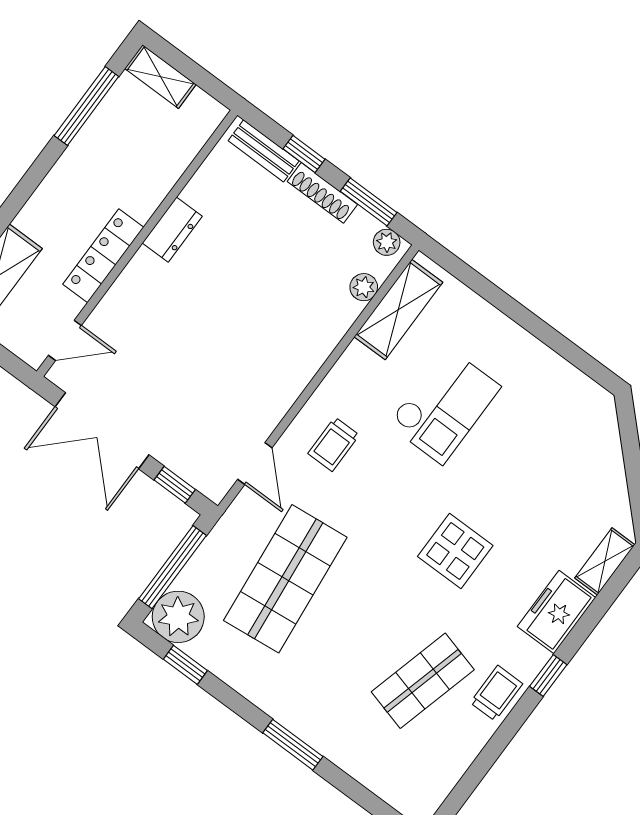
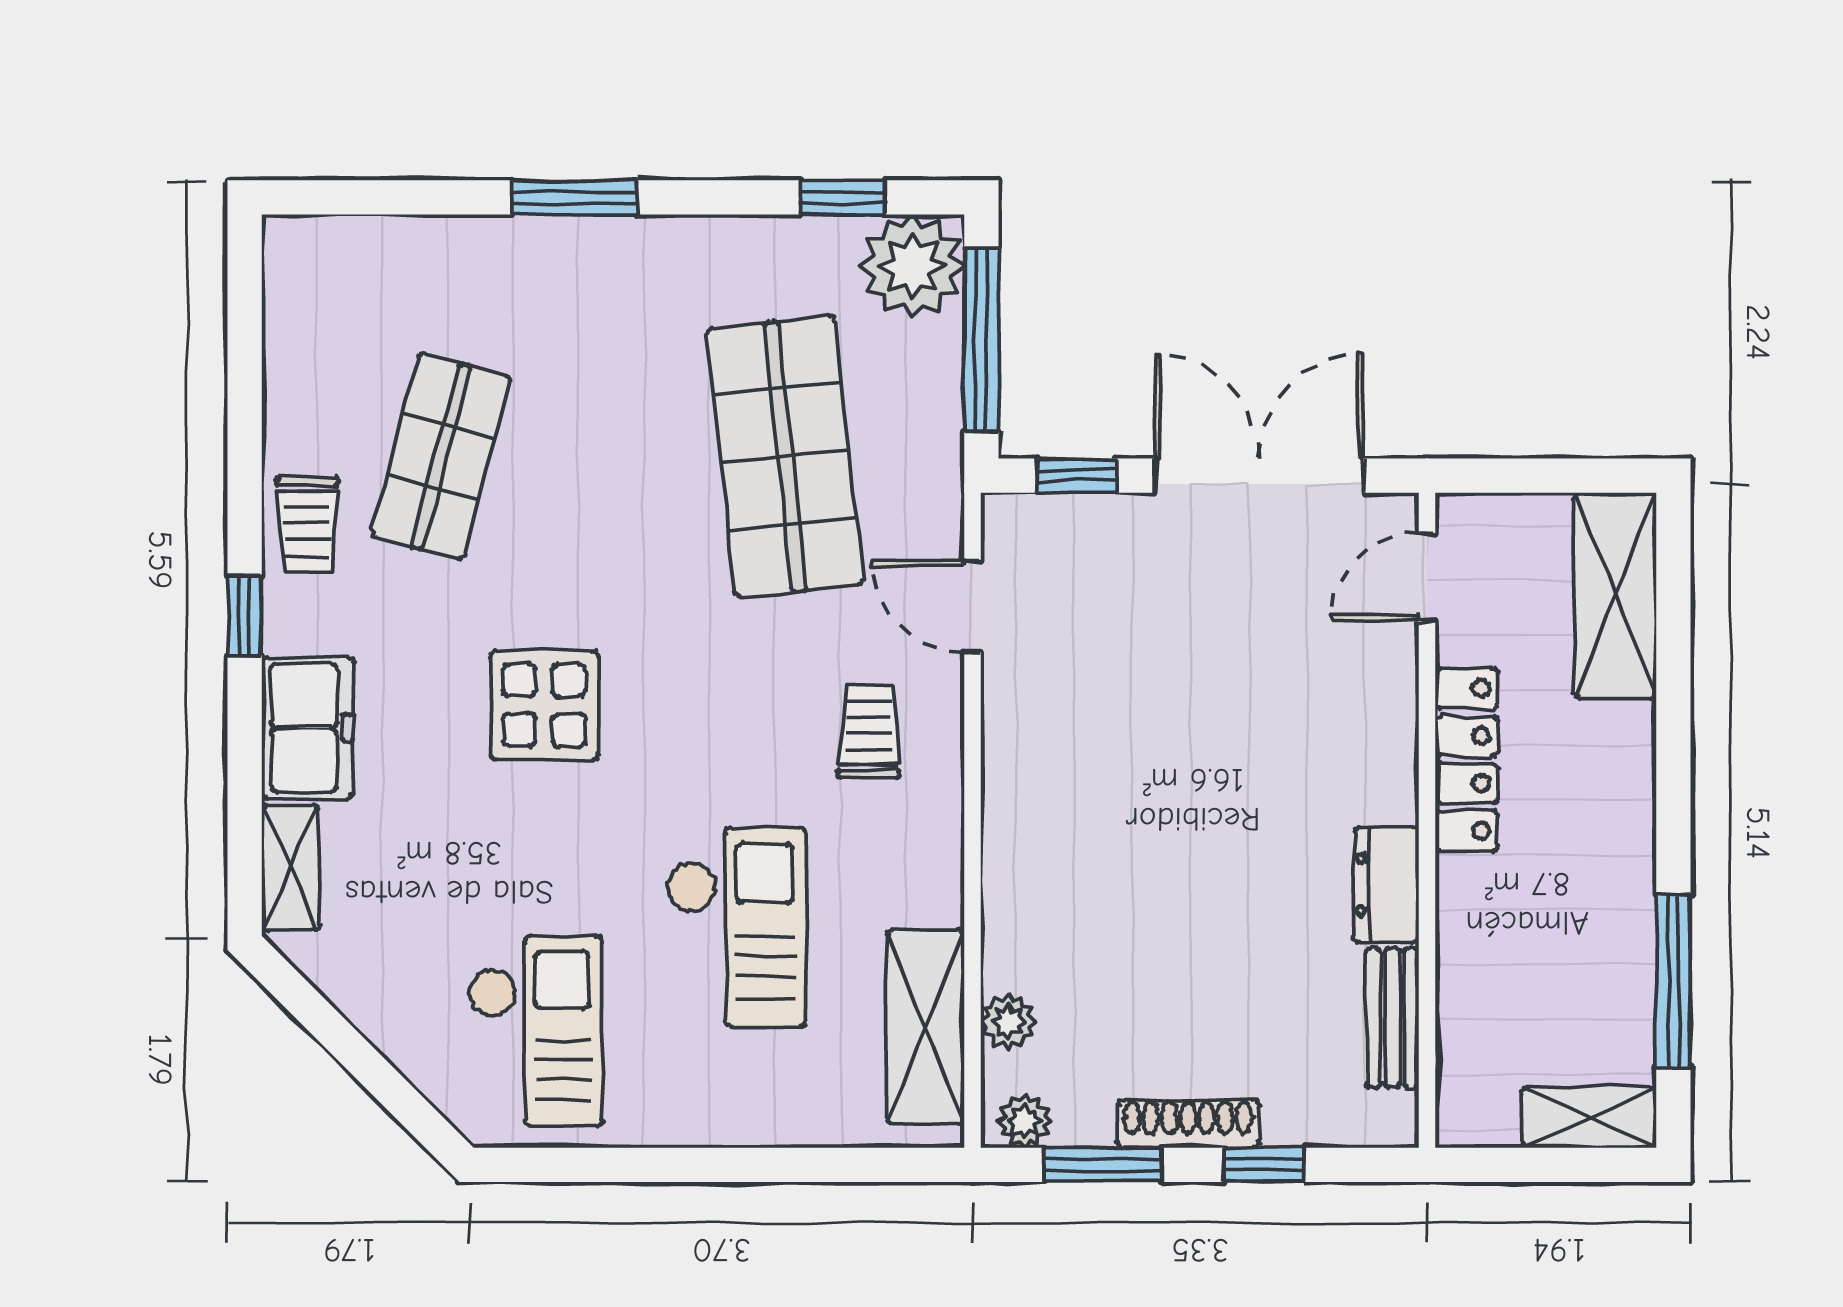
bench: (264, 151) -> (1392, 1017), moved, turned 90
checkout: (444, 405) -> (736, 927), turned 180
checkout: (555, 423) -> (535, 1031), added

